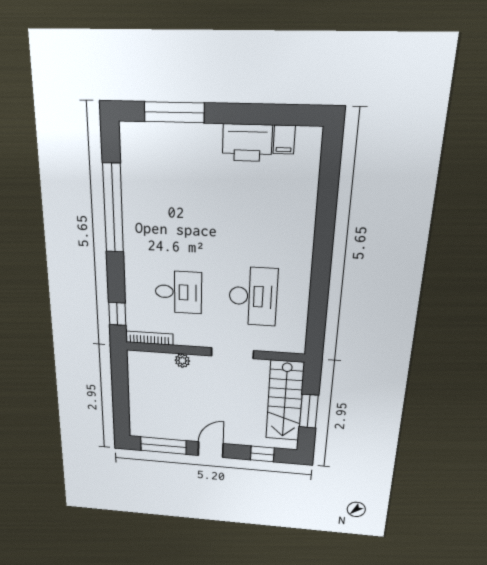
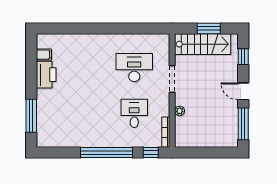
window: (113, 208) -> (106, 153), moved

